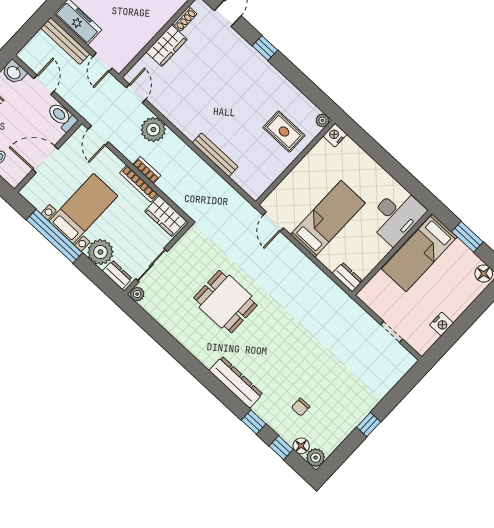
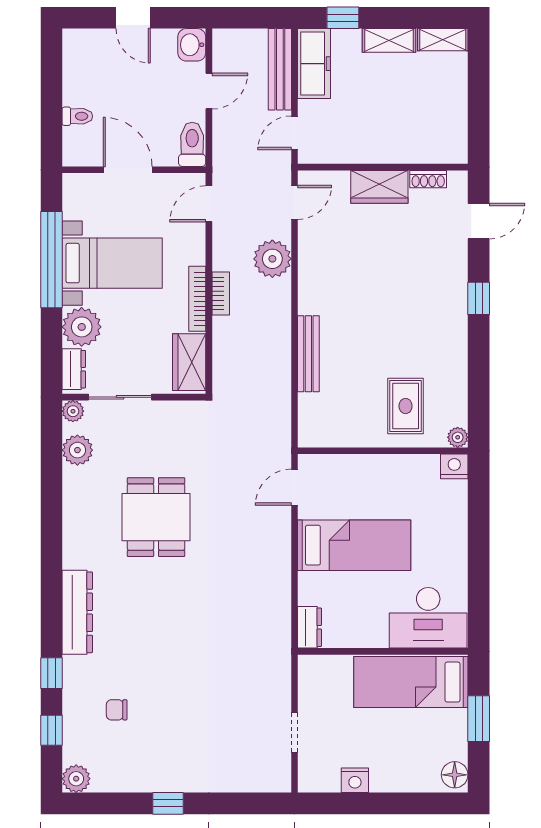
plant: (158, 309) -> (77, 450), added
floor lamp: (301, 446) -> (74, 751), removed

